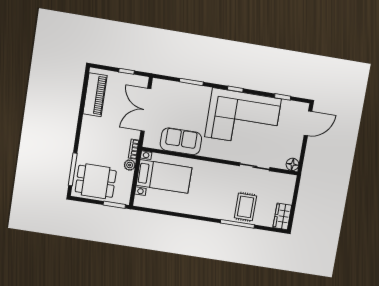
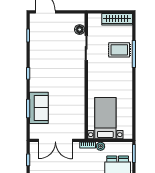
corner sofa: (243, 118) -> (49, 64), removed
sofa: (181, 141) -> (39, 108), moved, turned 180
floor lamp: (292, 164) -> (80, 30), moved
wardrobe: (282, 216) -> (117, 19), width x1.50

